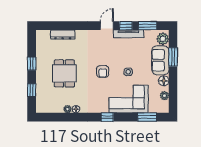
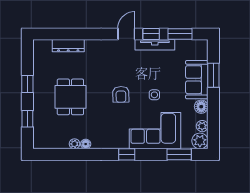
plant: (163, 39) -> (200, 141), moved

